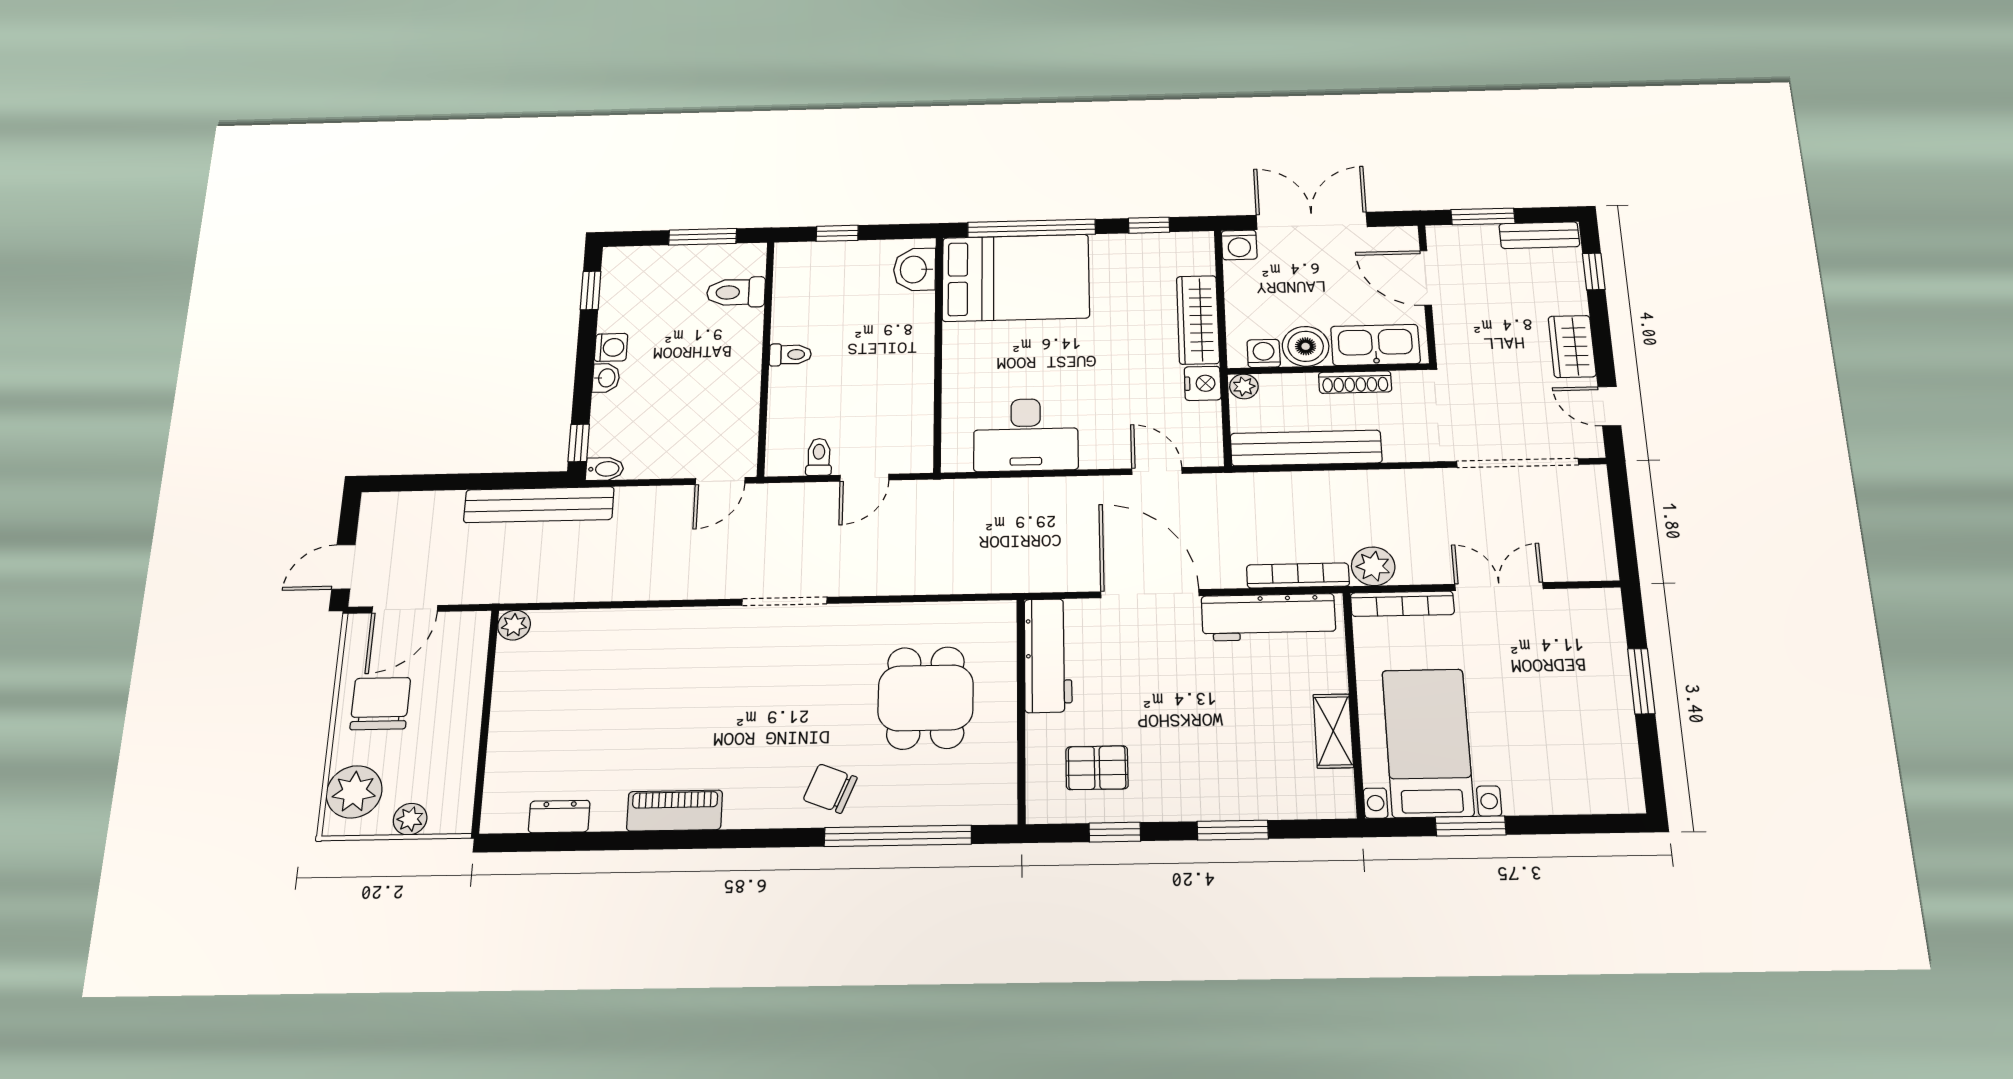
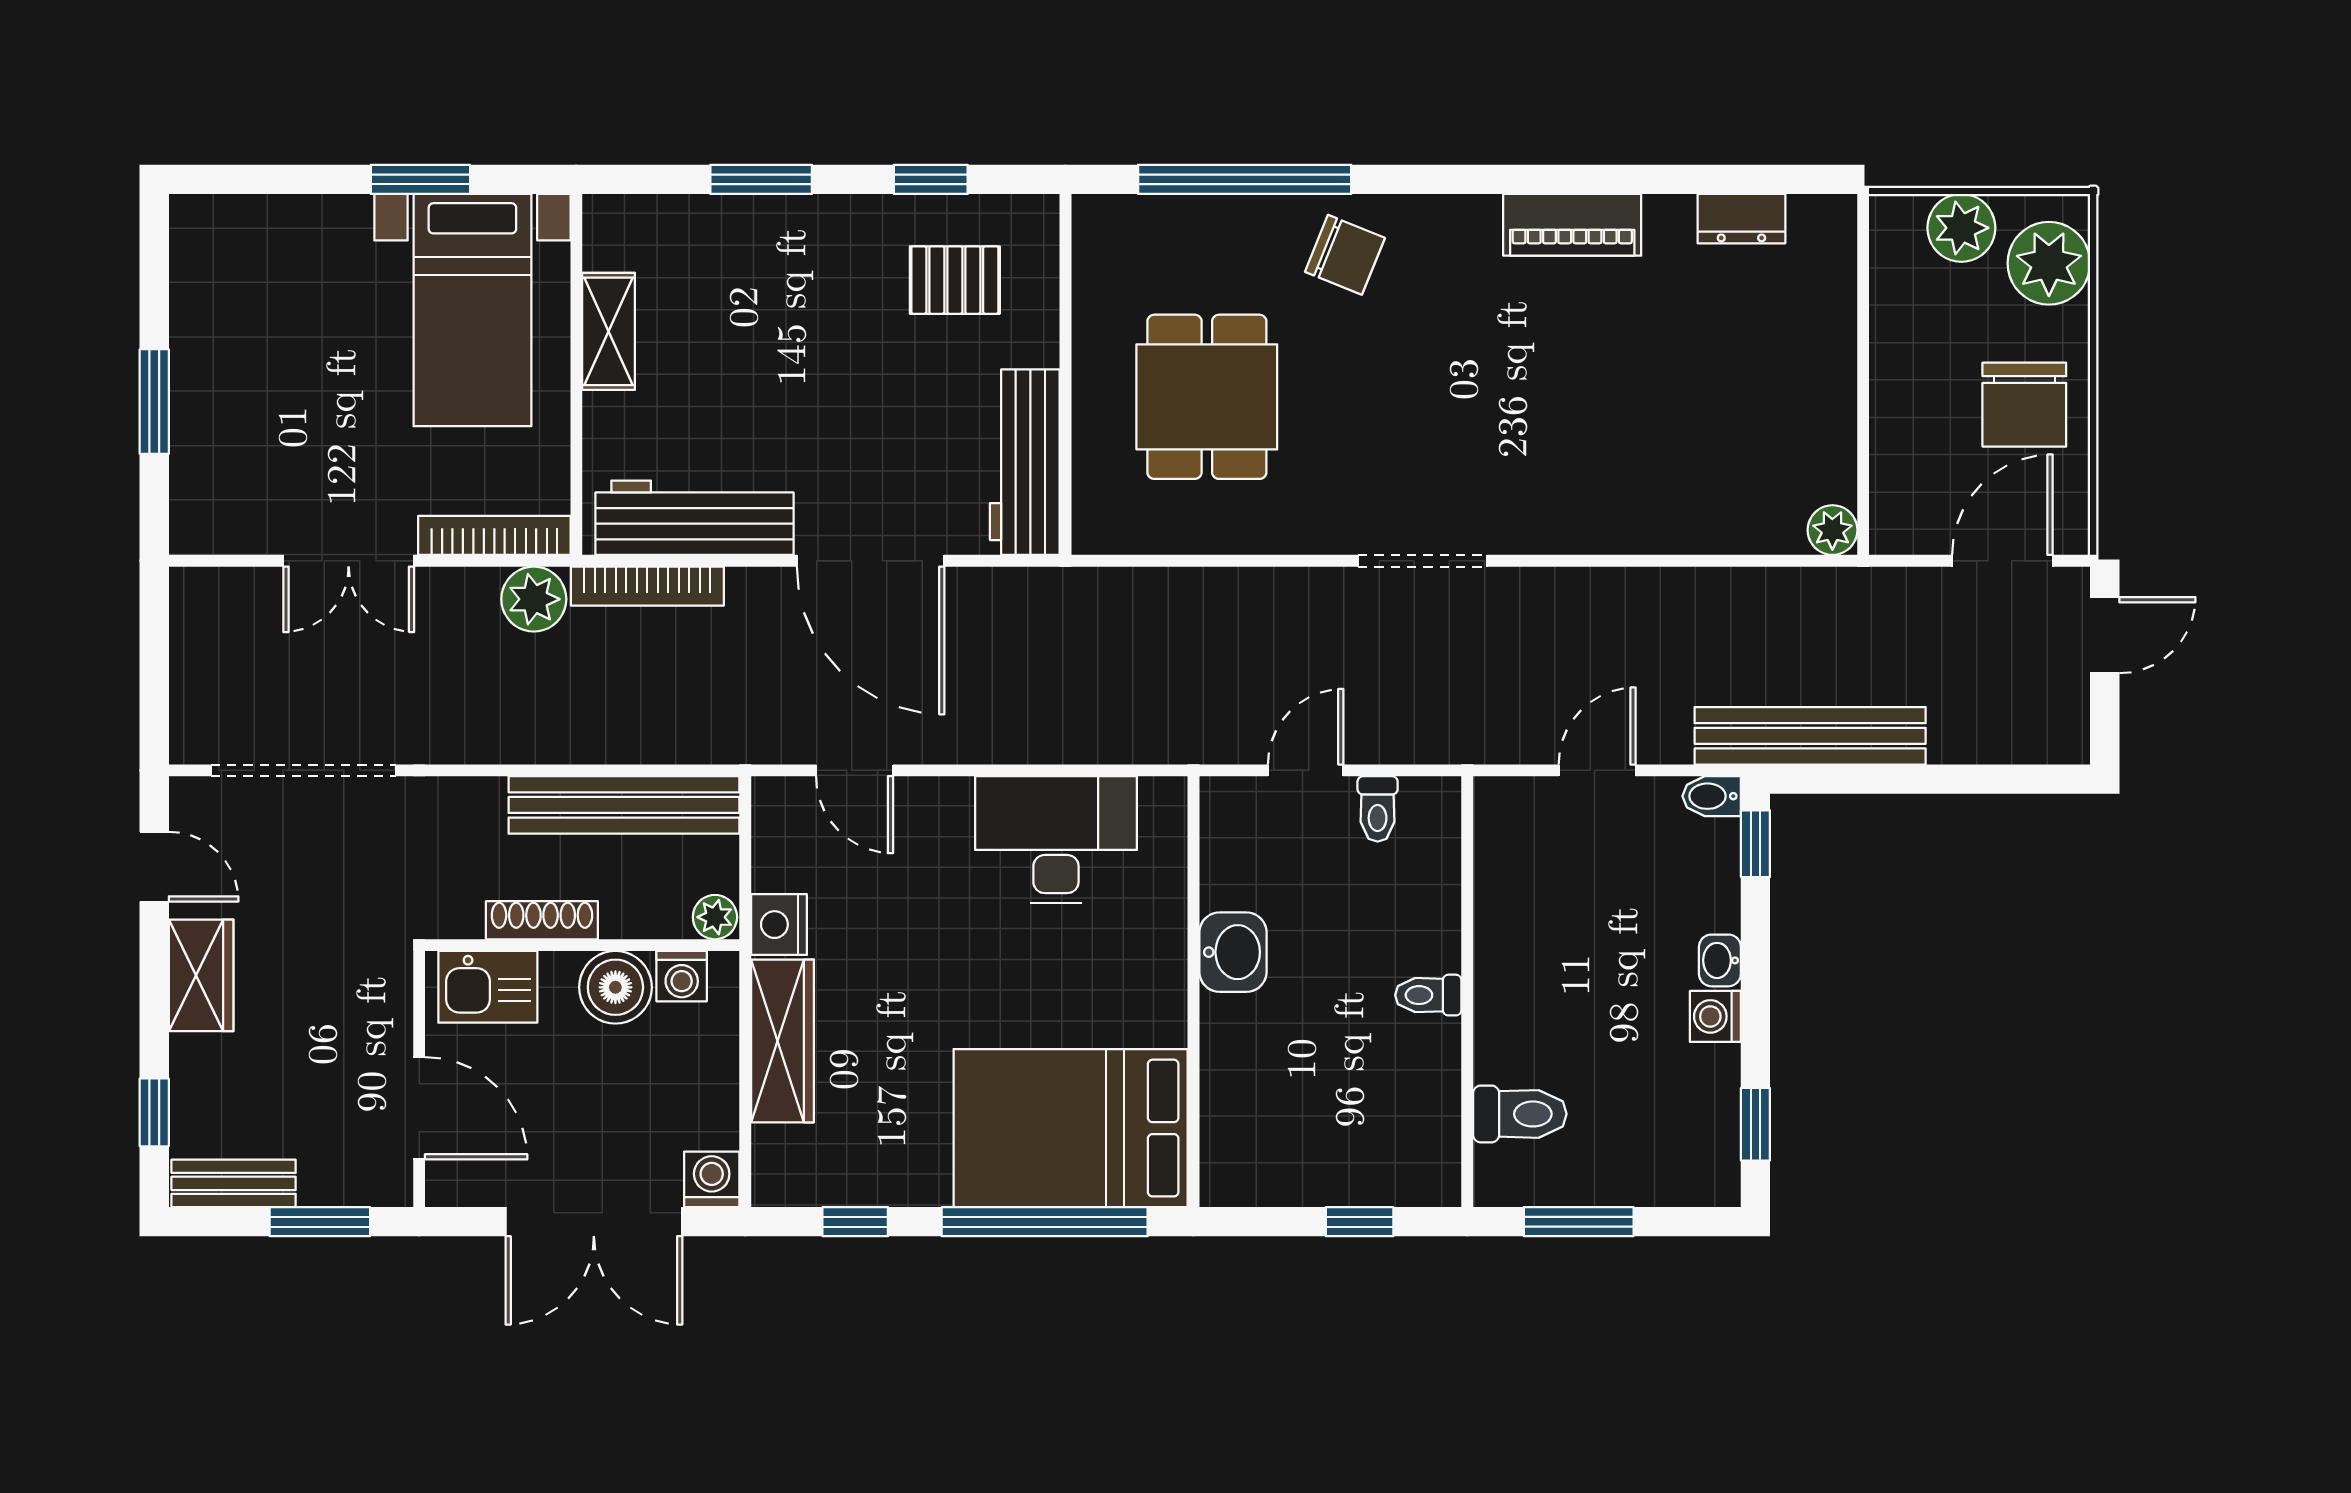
washbasin: (915, 269) -> (1233, 952), moved
kitchen sink: (1375, 345) -> (488, 987), width x0.73
door: (720, 481) -> (1597, 770), moved
plant: (410, 819) -> (1961, 228), width x1.38, depth x1.38

